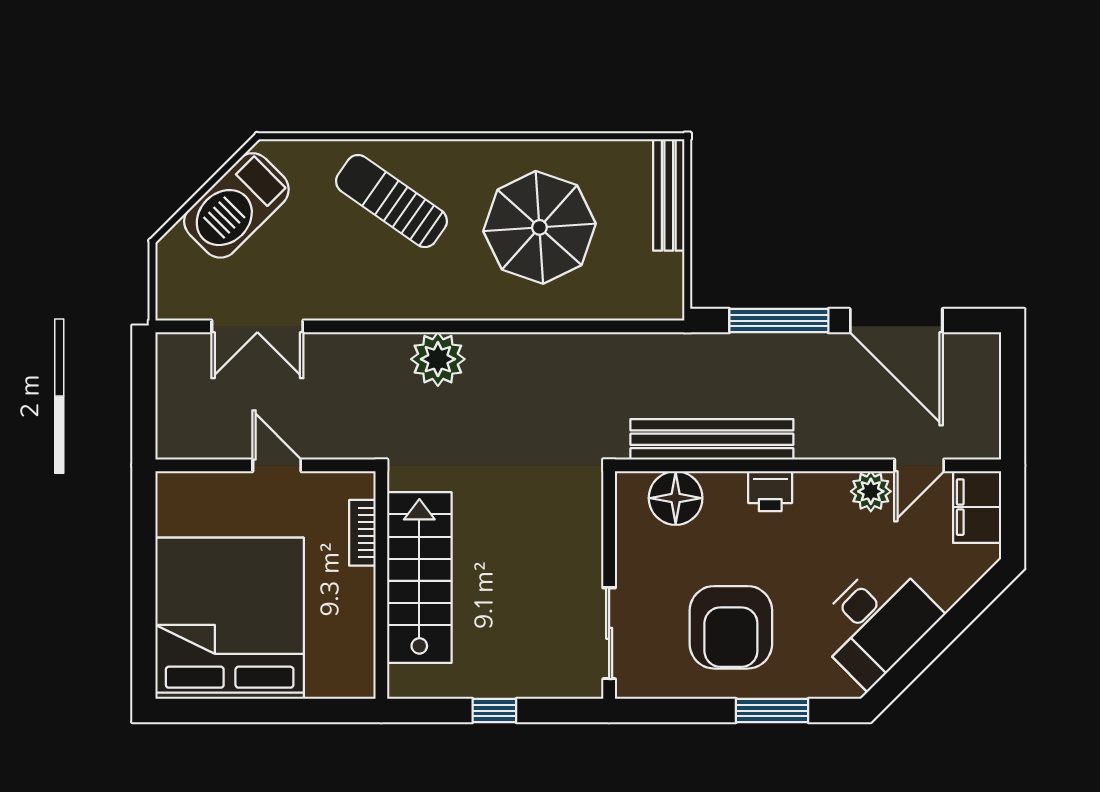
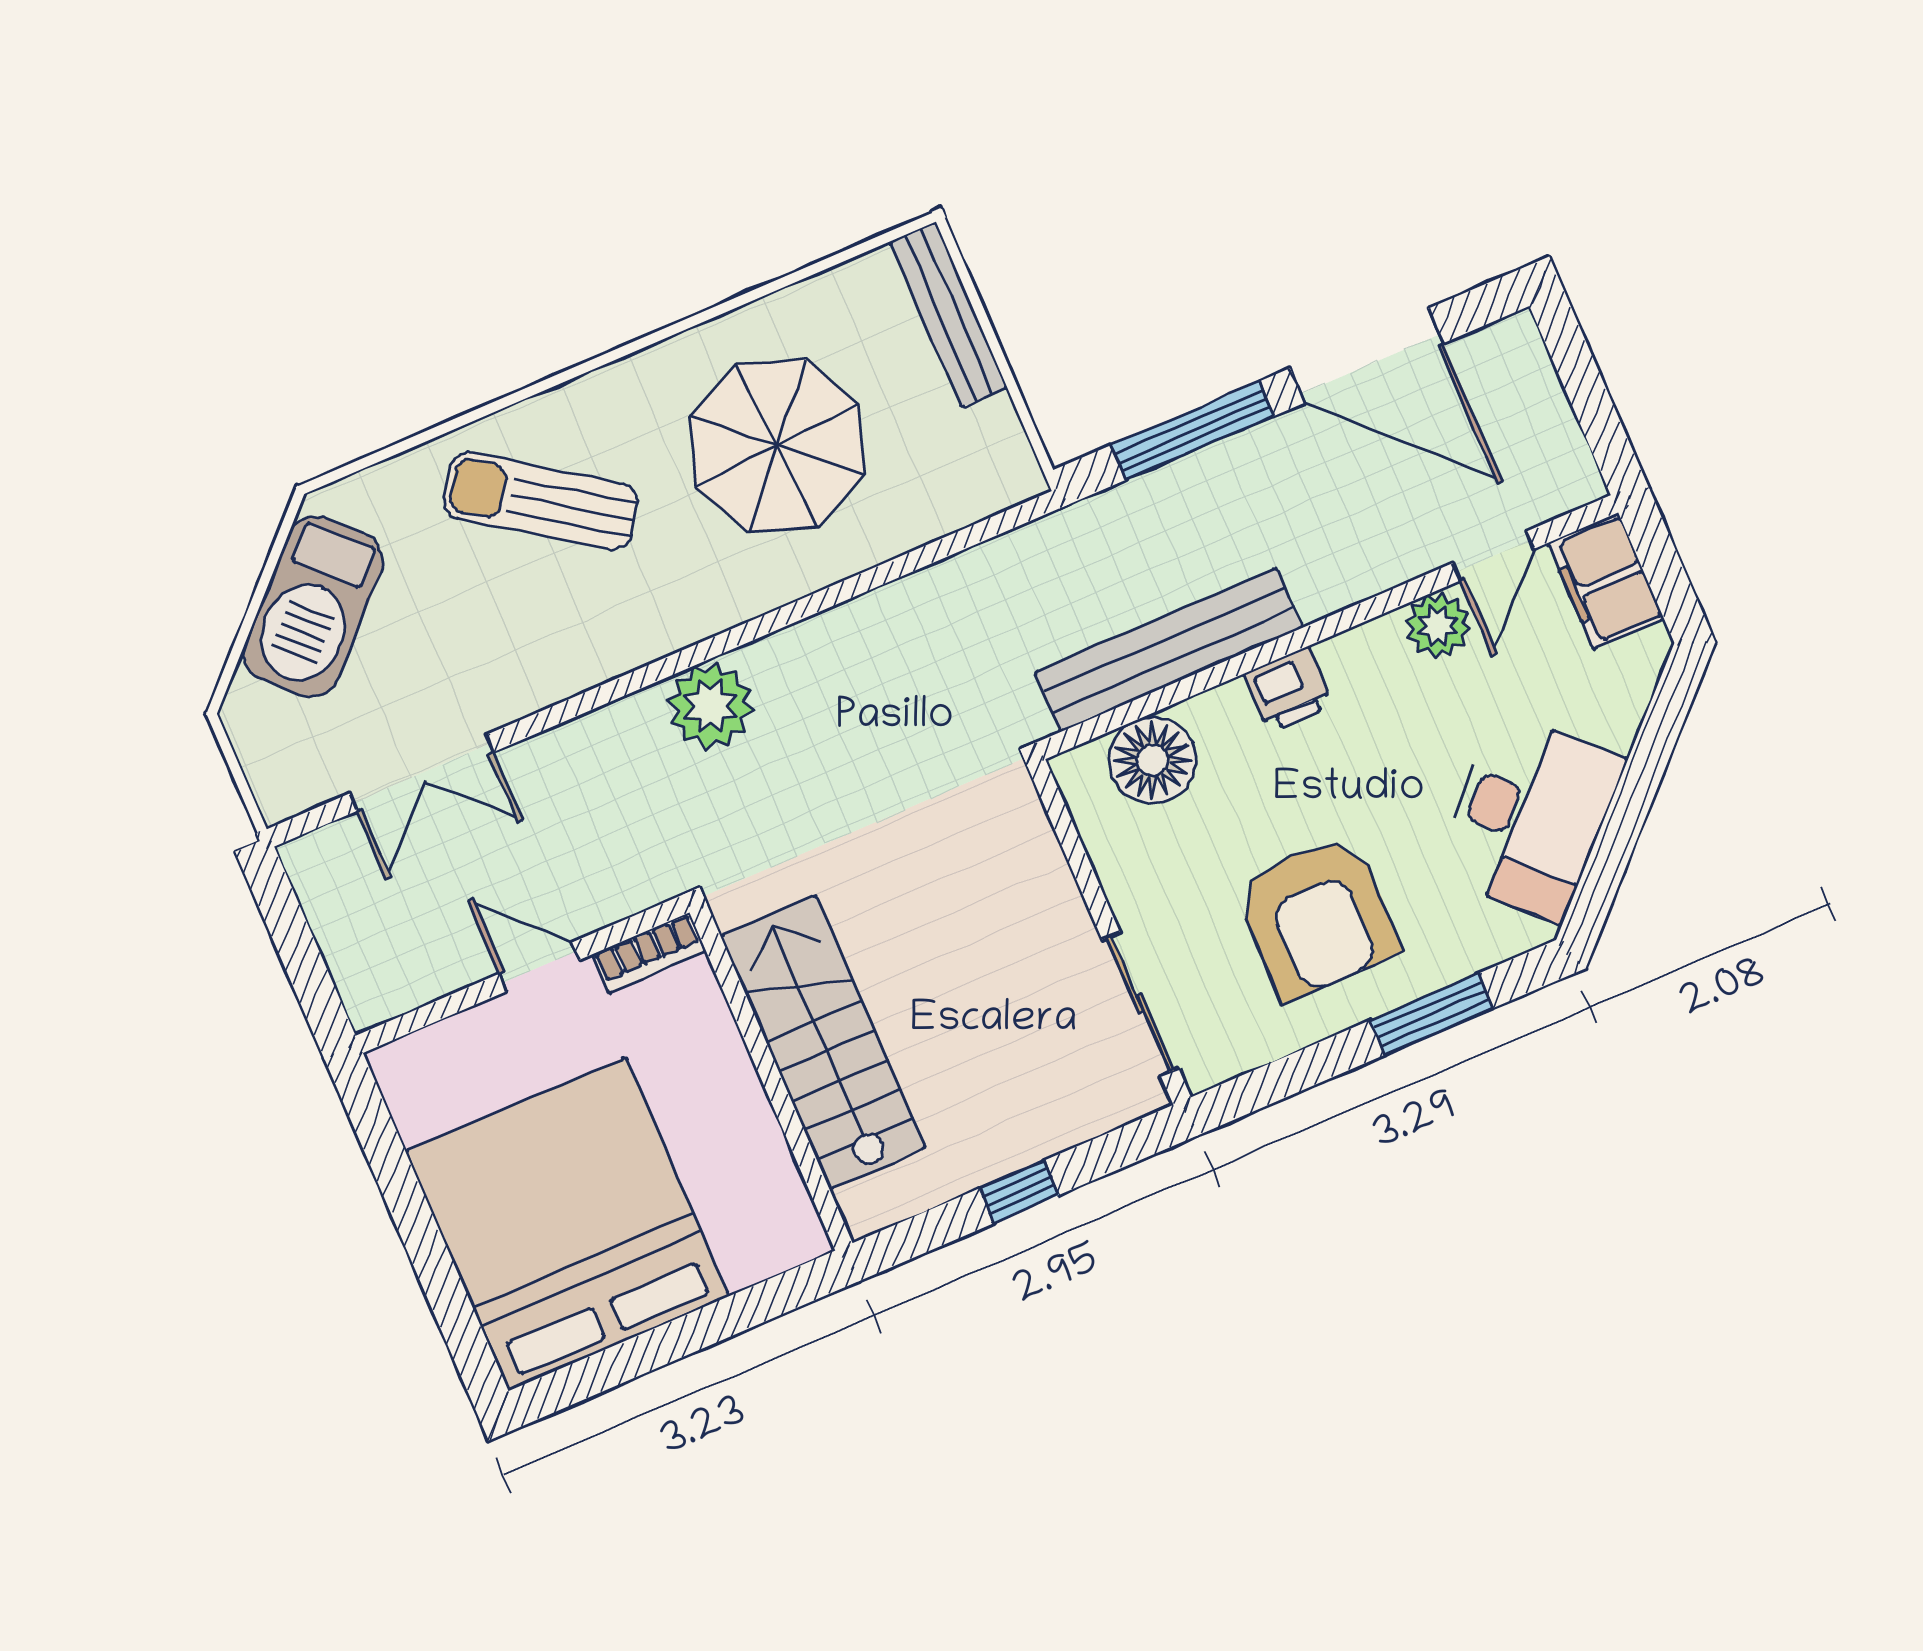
bookcase: (362, 533) -> (649, 953), moved, turned -90

